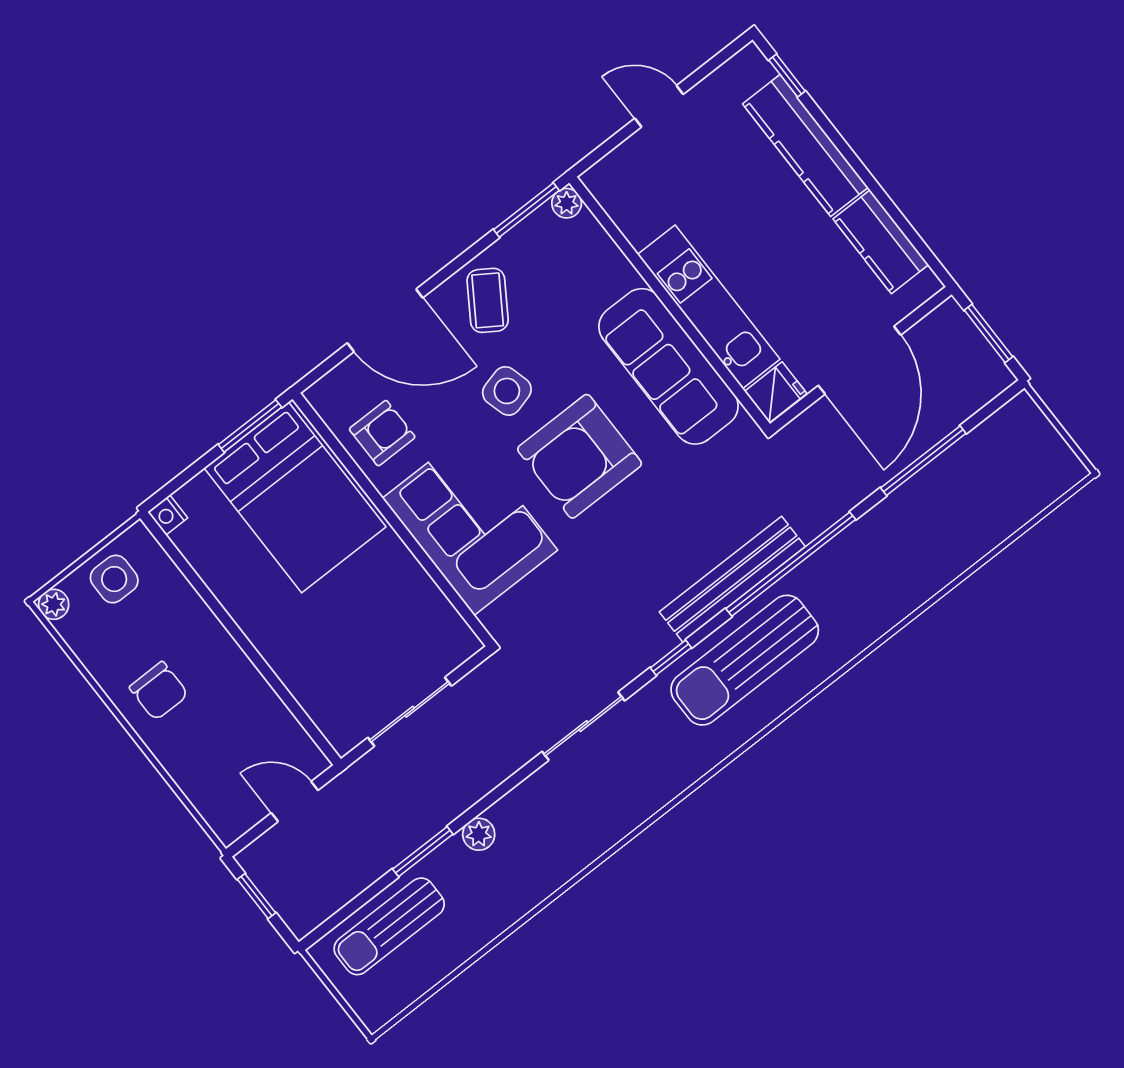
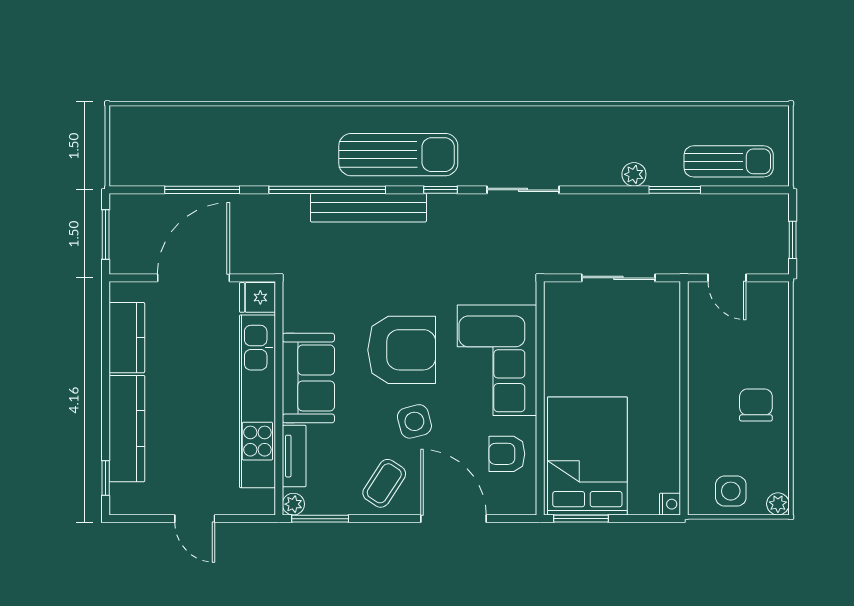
tv unit: (606, 255) -> (294, 456), added
kitchen unit: (709, 307) -> (257, 401), width x1.36
sofa: (668, 366) -> (308, 378), width x0.73

